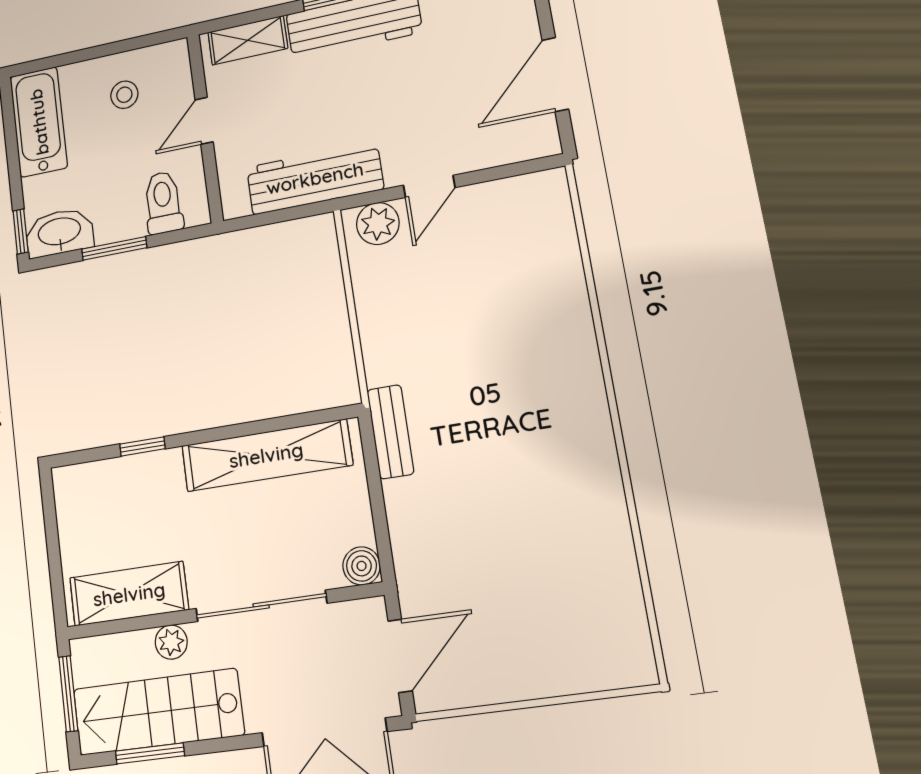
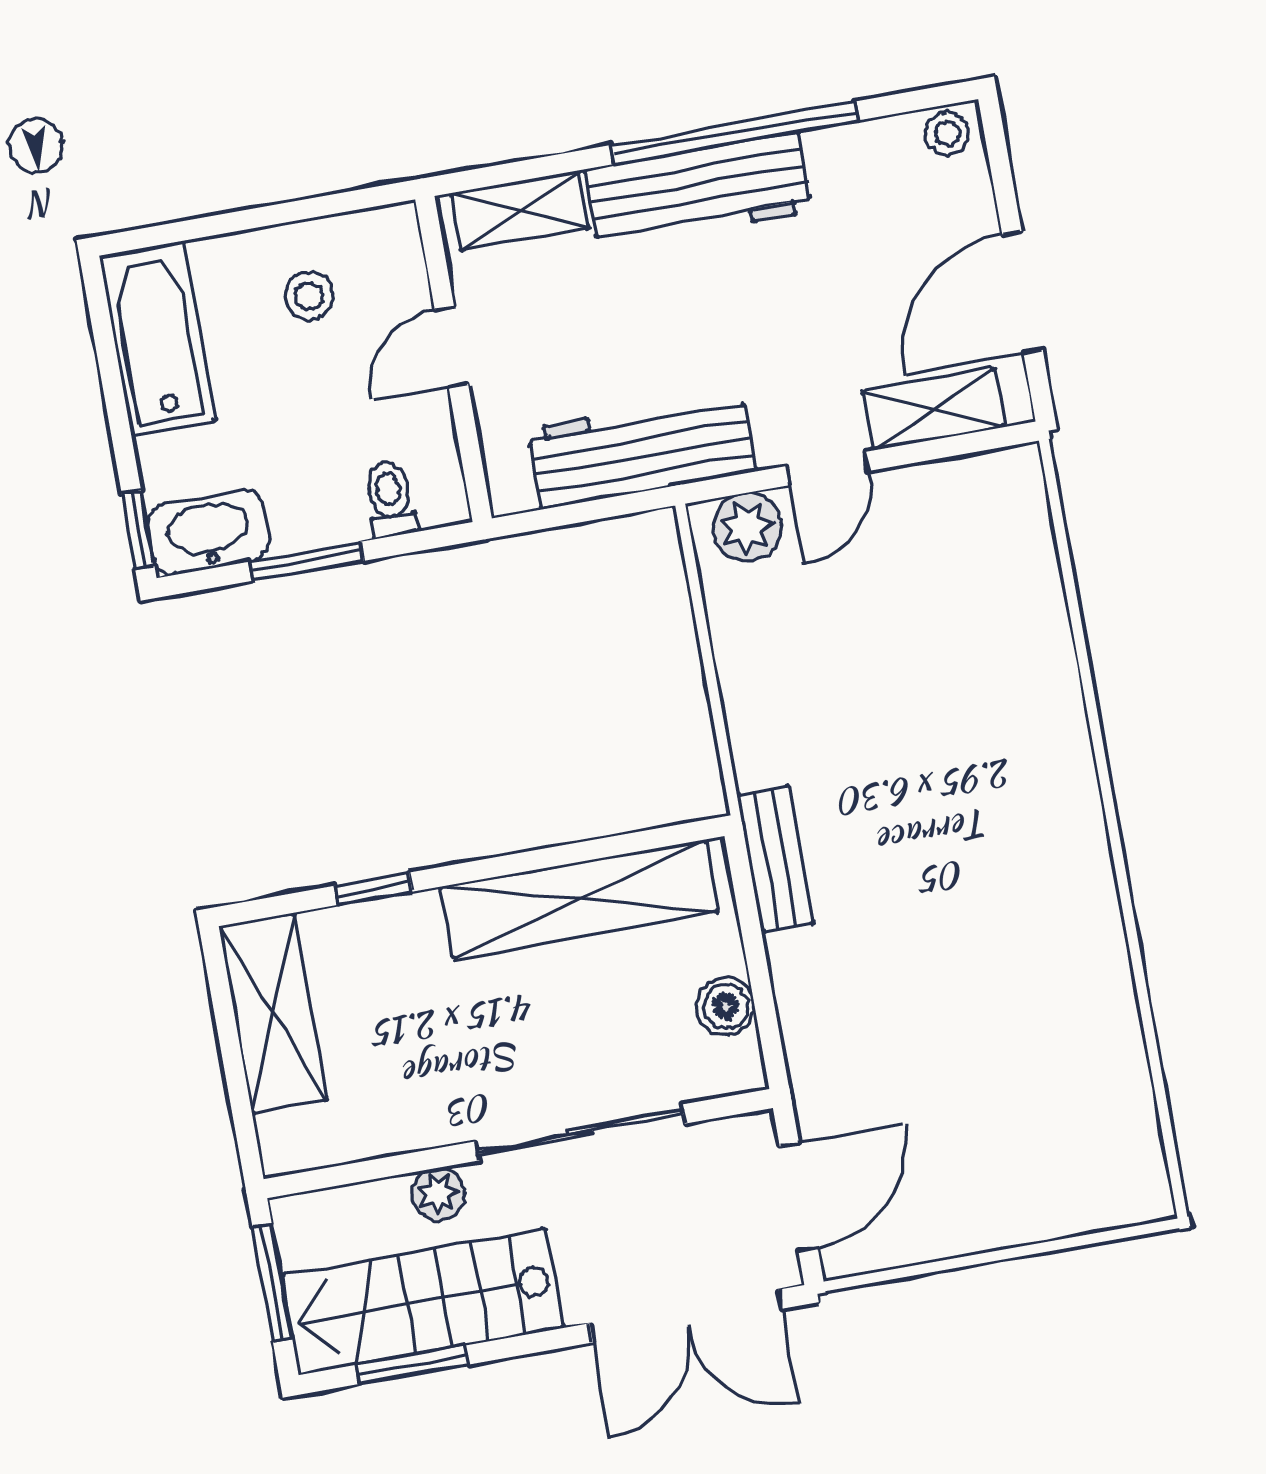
shelving: (497, 148) -> (933, 409), added
toilet: (163, 203) -> (390, 499), width x0.73, depth x0.72
boiler: (362, 566) -> (726, 1006), moved
shelving: (129, 594) -> (273, 1013), moved, turned 90

